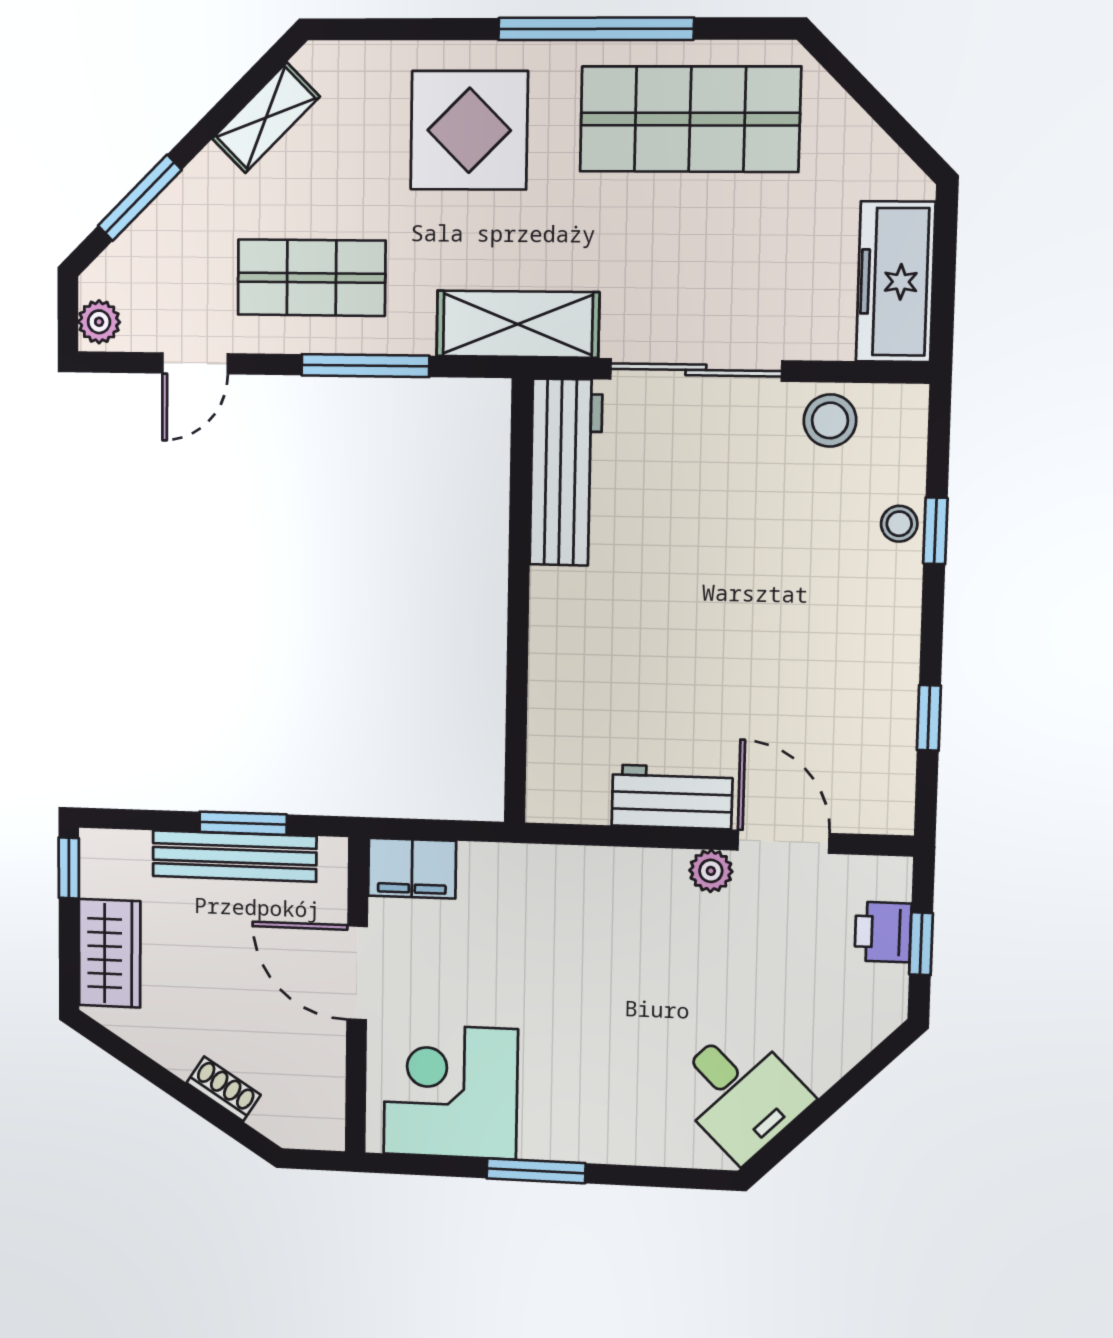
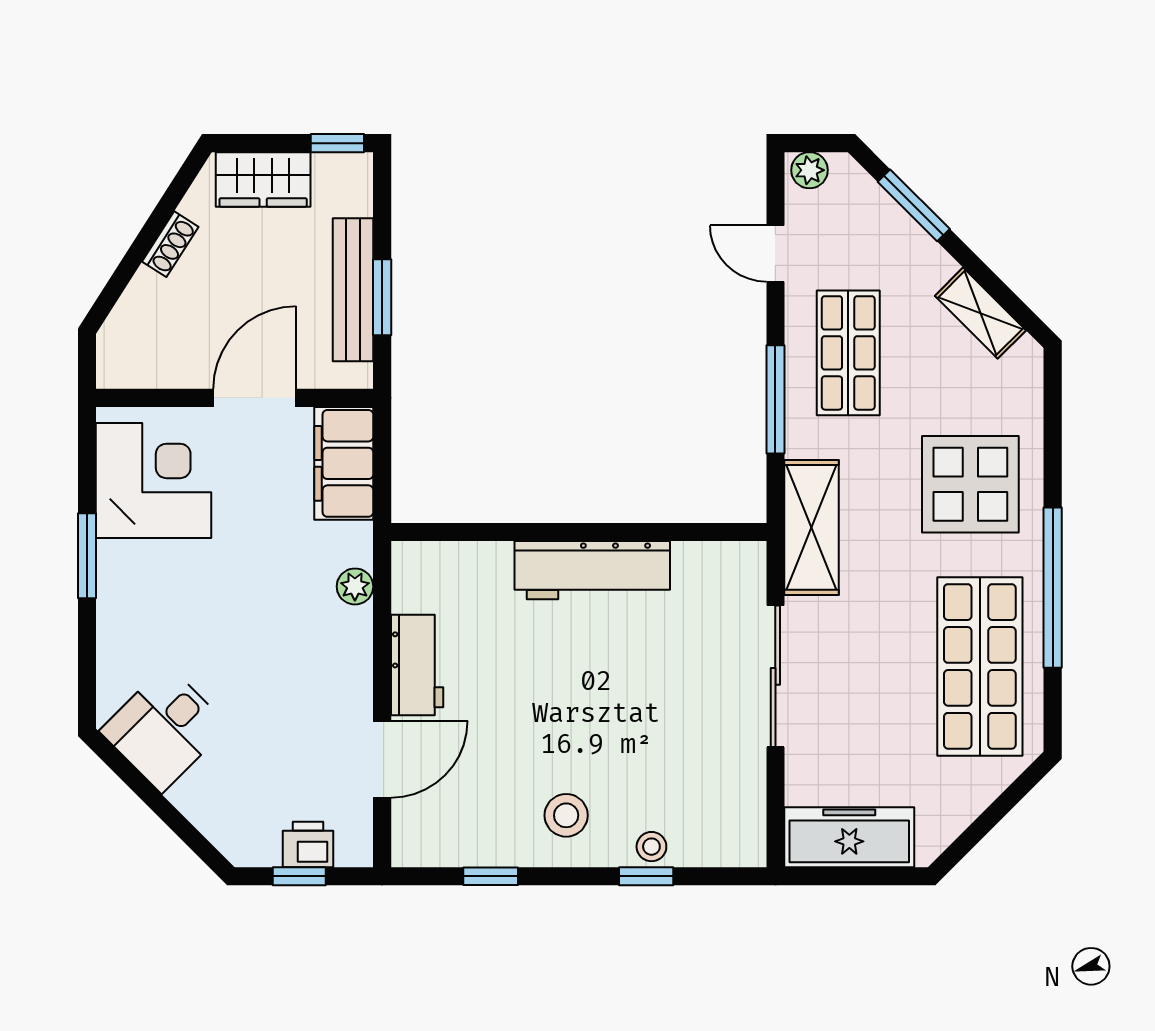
stool: (830, 420) -> (566, 815), moved
workbench: (566, 472) -> (592, 570), moved
filing cabinet: (412, 868) -> (344, 463), width x1.50, depth x1.17
plant: (711, 871) -> (355, 586), moved
shoe rack: (224, 1089) -> (170, 244), moved

